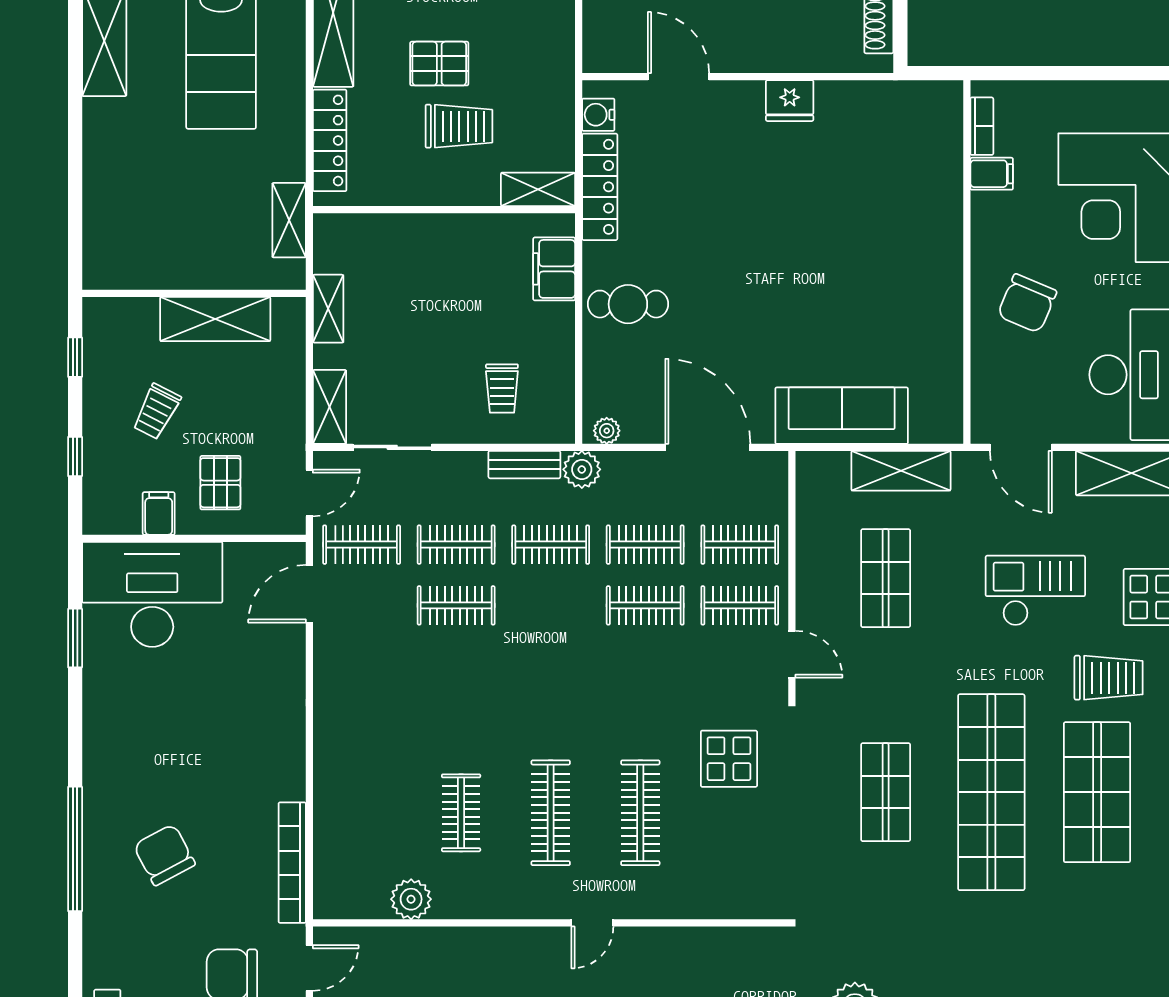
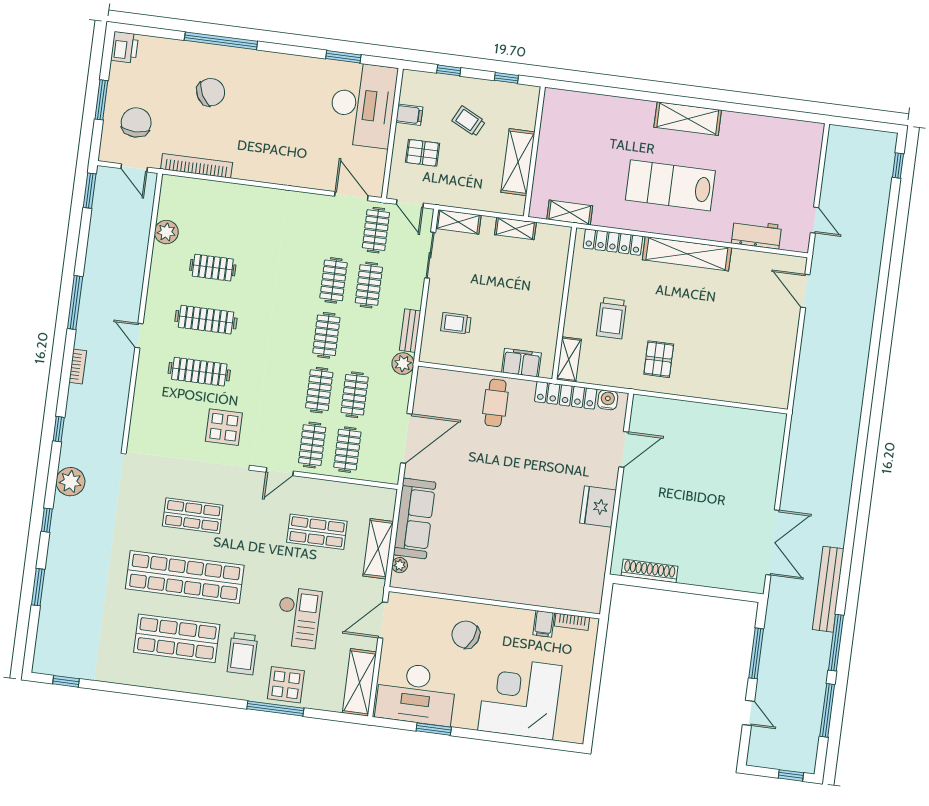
pallet: (439, 64) -> (659, 359), moved
fridge: (790, 101) -> (598, 507), width x1.36, depth x1.34
plant: (607, 431) -> (400, 565), moved
clothes rail: (551, 545) -> (326, 335), moved

